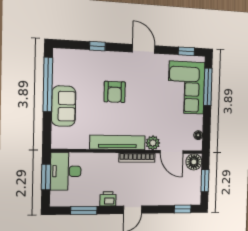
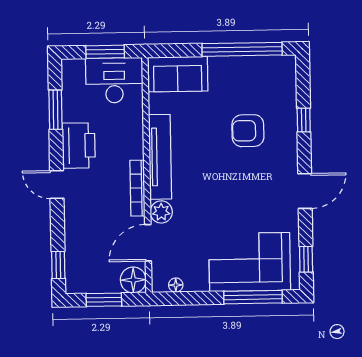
armchair: (115, 92) -> (248, 131), moved
sofa: (64, 106) -> (178, 74), moved
printer: (108, 199) -> (79, 146), width x1.87, depth x1.48

